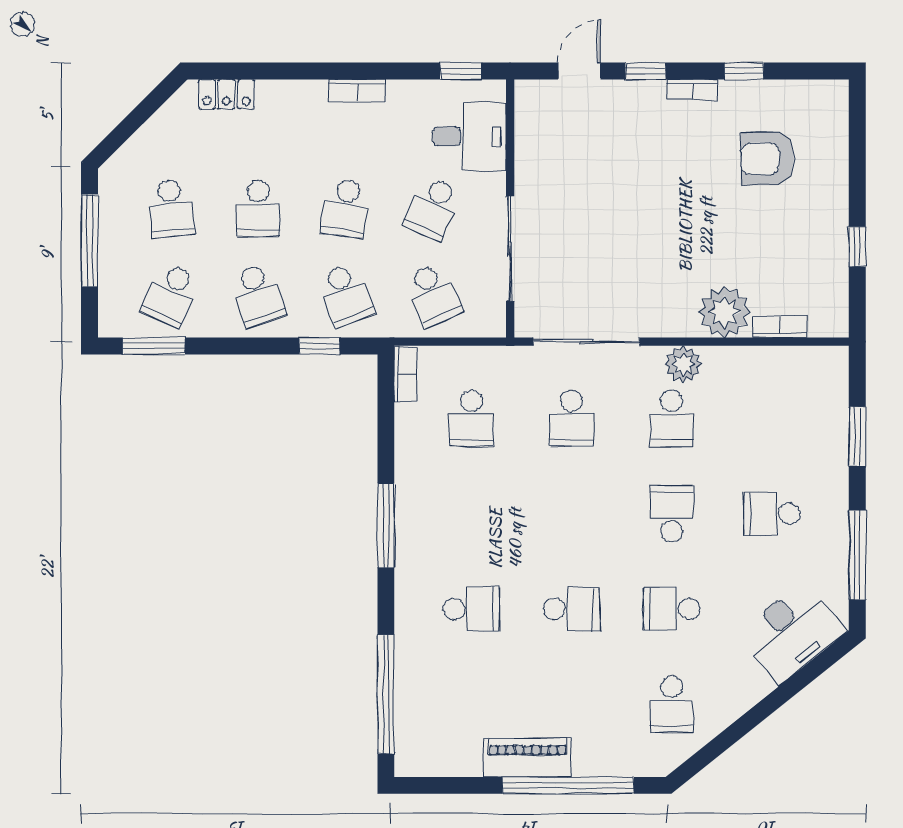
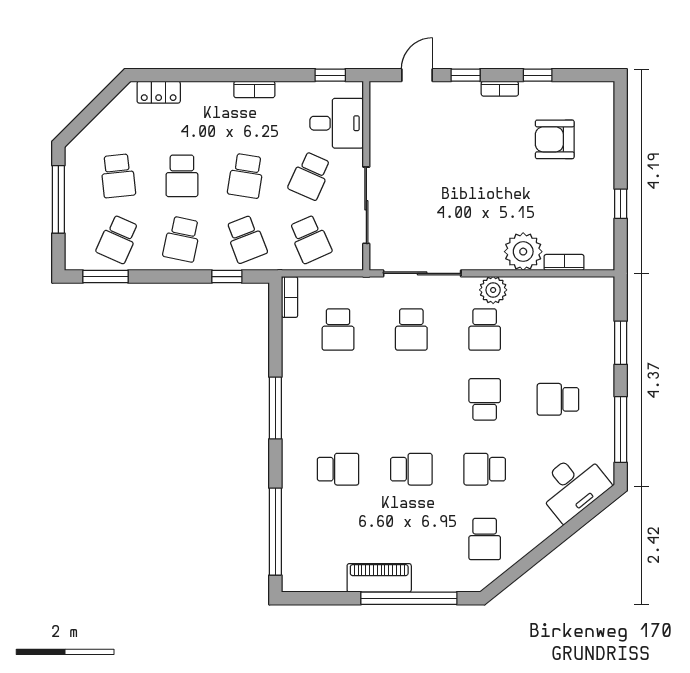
school desk: (258, 295) -> (182, 239), turned 30

